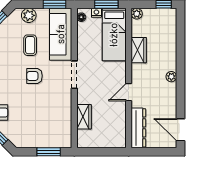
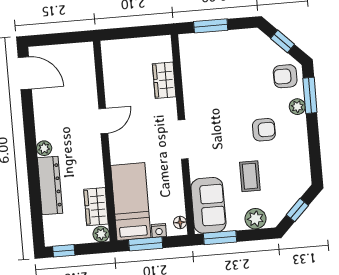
sofa: (61, 34) -> (208, 205), width x0.73
wardrobe: (139, 50) -> (96, 207), moved
armchair: (35, 76) -> (264, 130), moved
dresser: (138, 128) -> (50, 186), moved, turned 180

